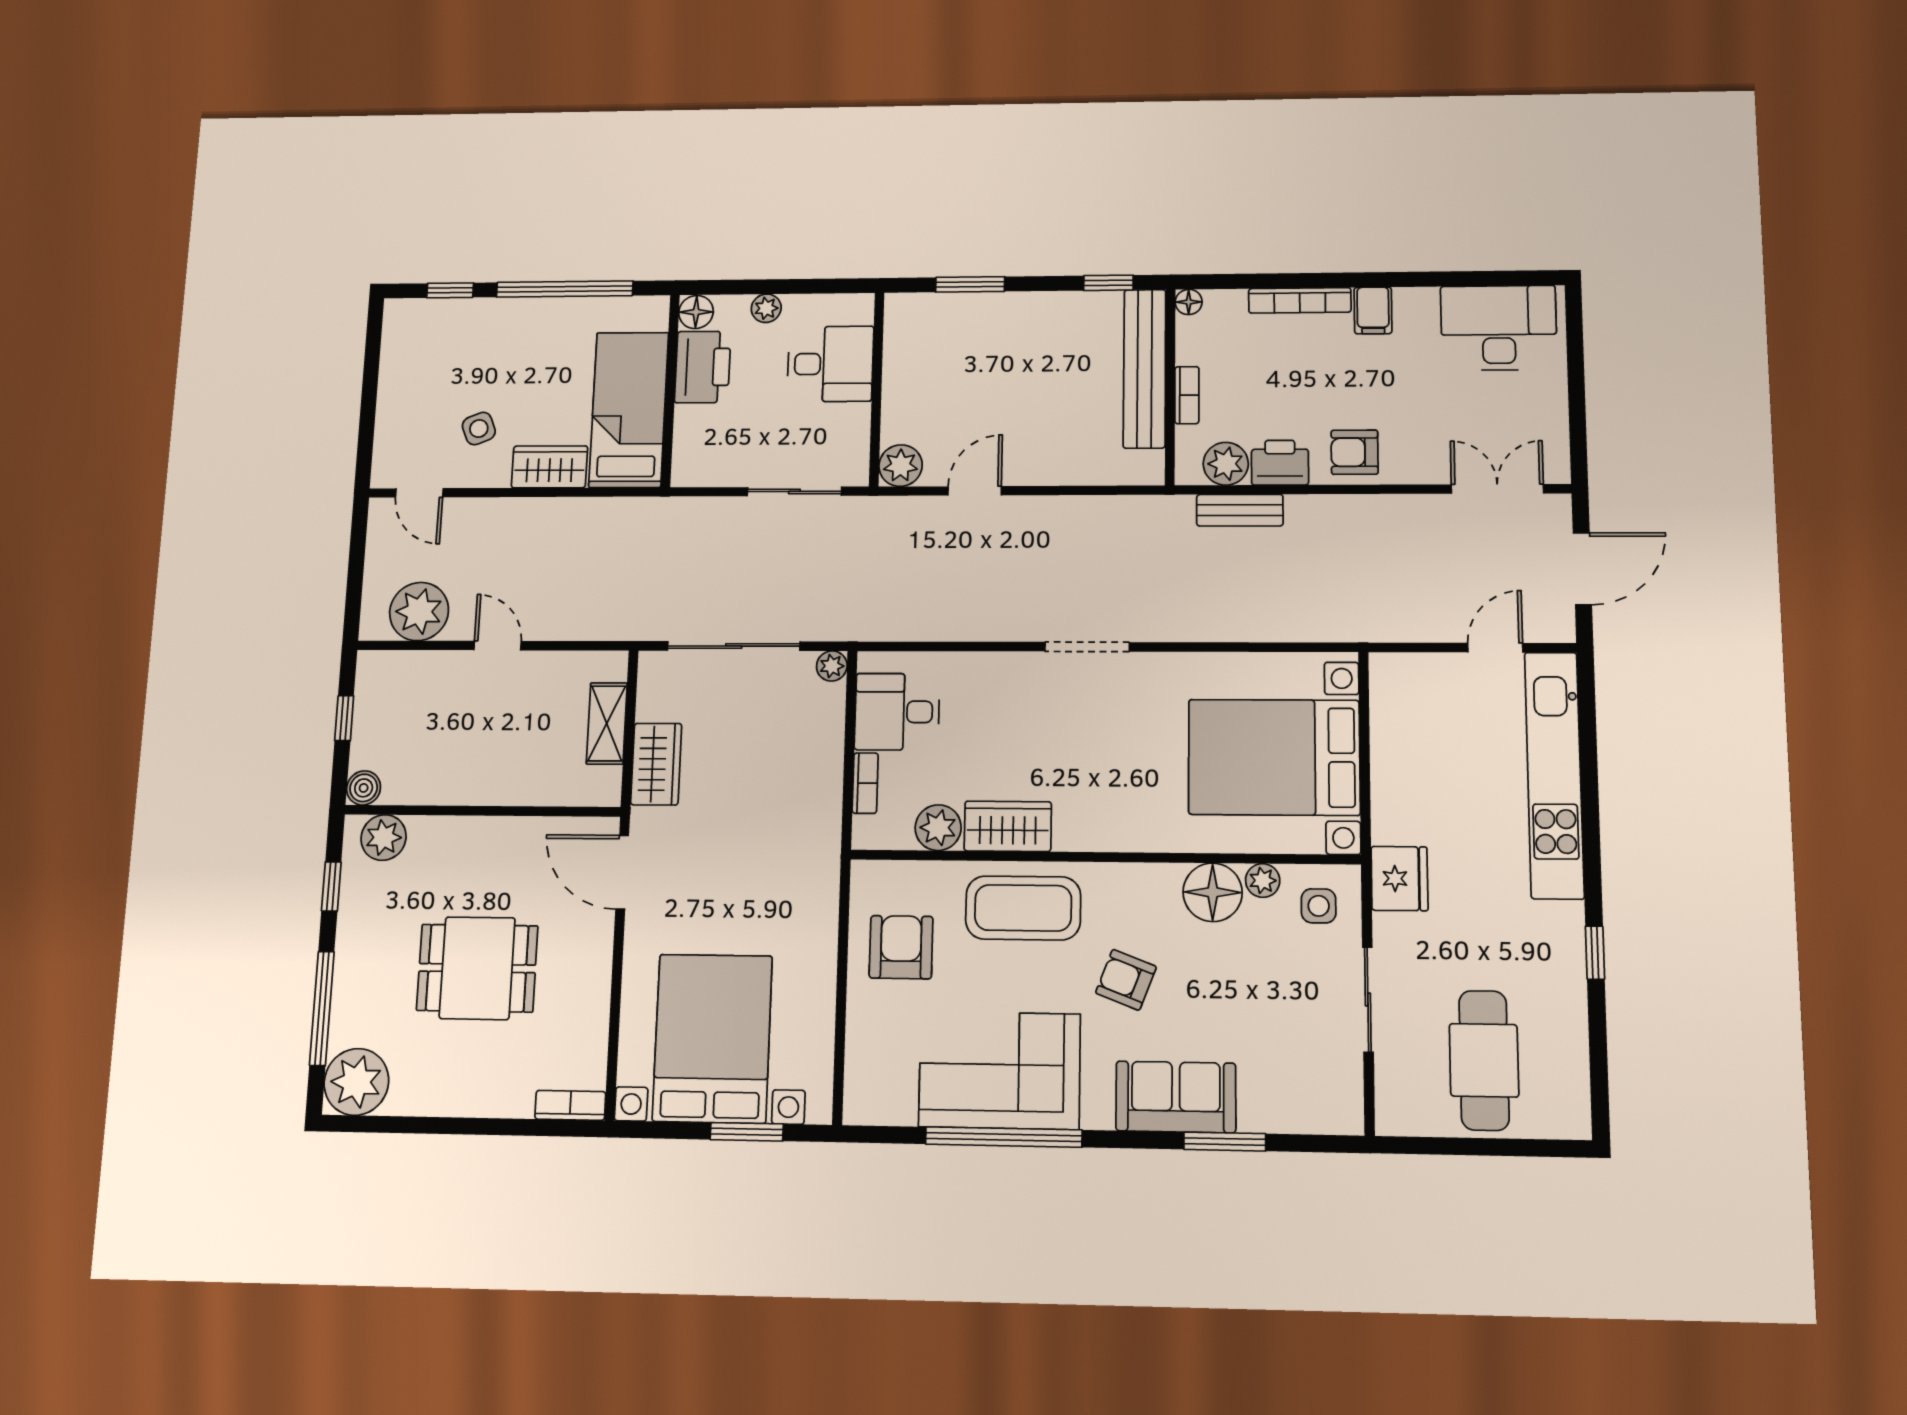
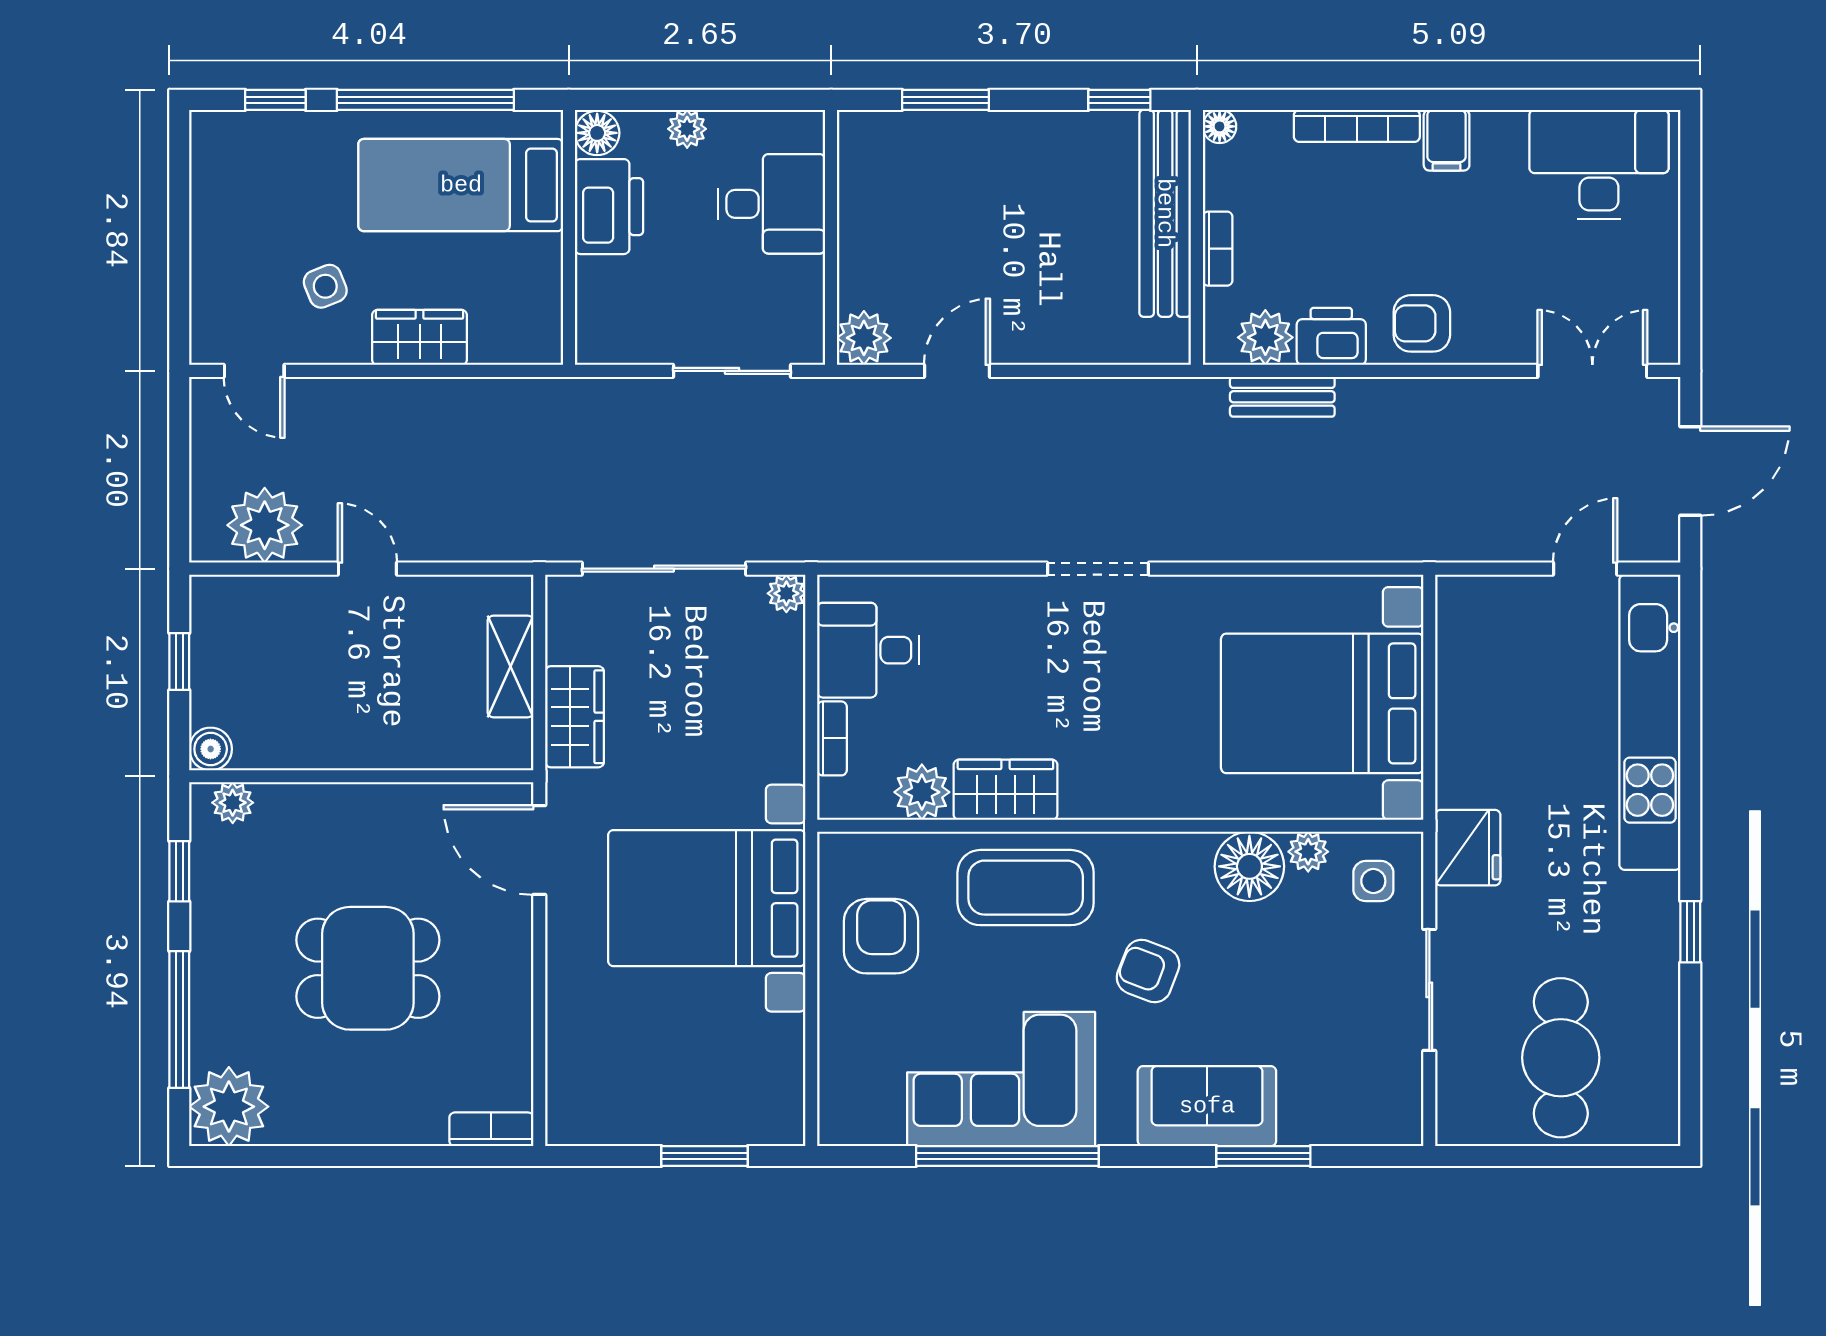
bed: (629, 410) -> (461, 185), moved, turned -90
plant: (384, 838) -> (233, 803), width x0.73, depth x0.73
bed with nightstands: (712, 1038) -> (707, 898), moved, turned -90

